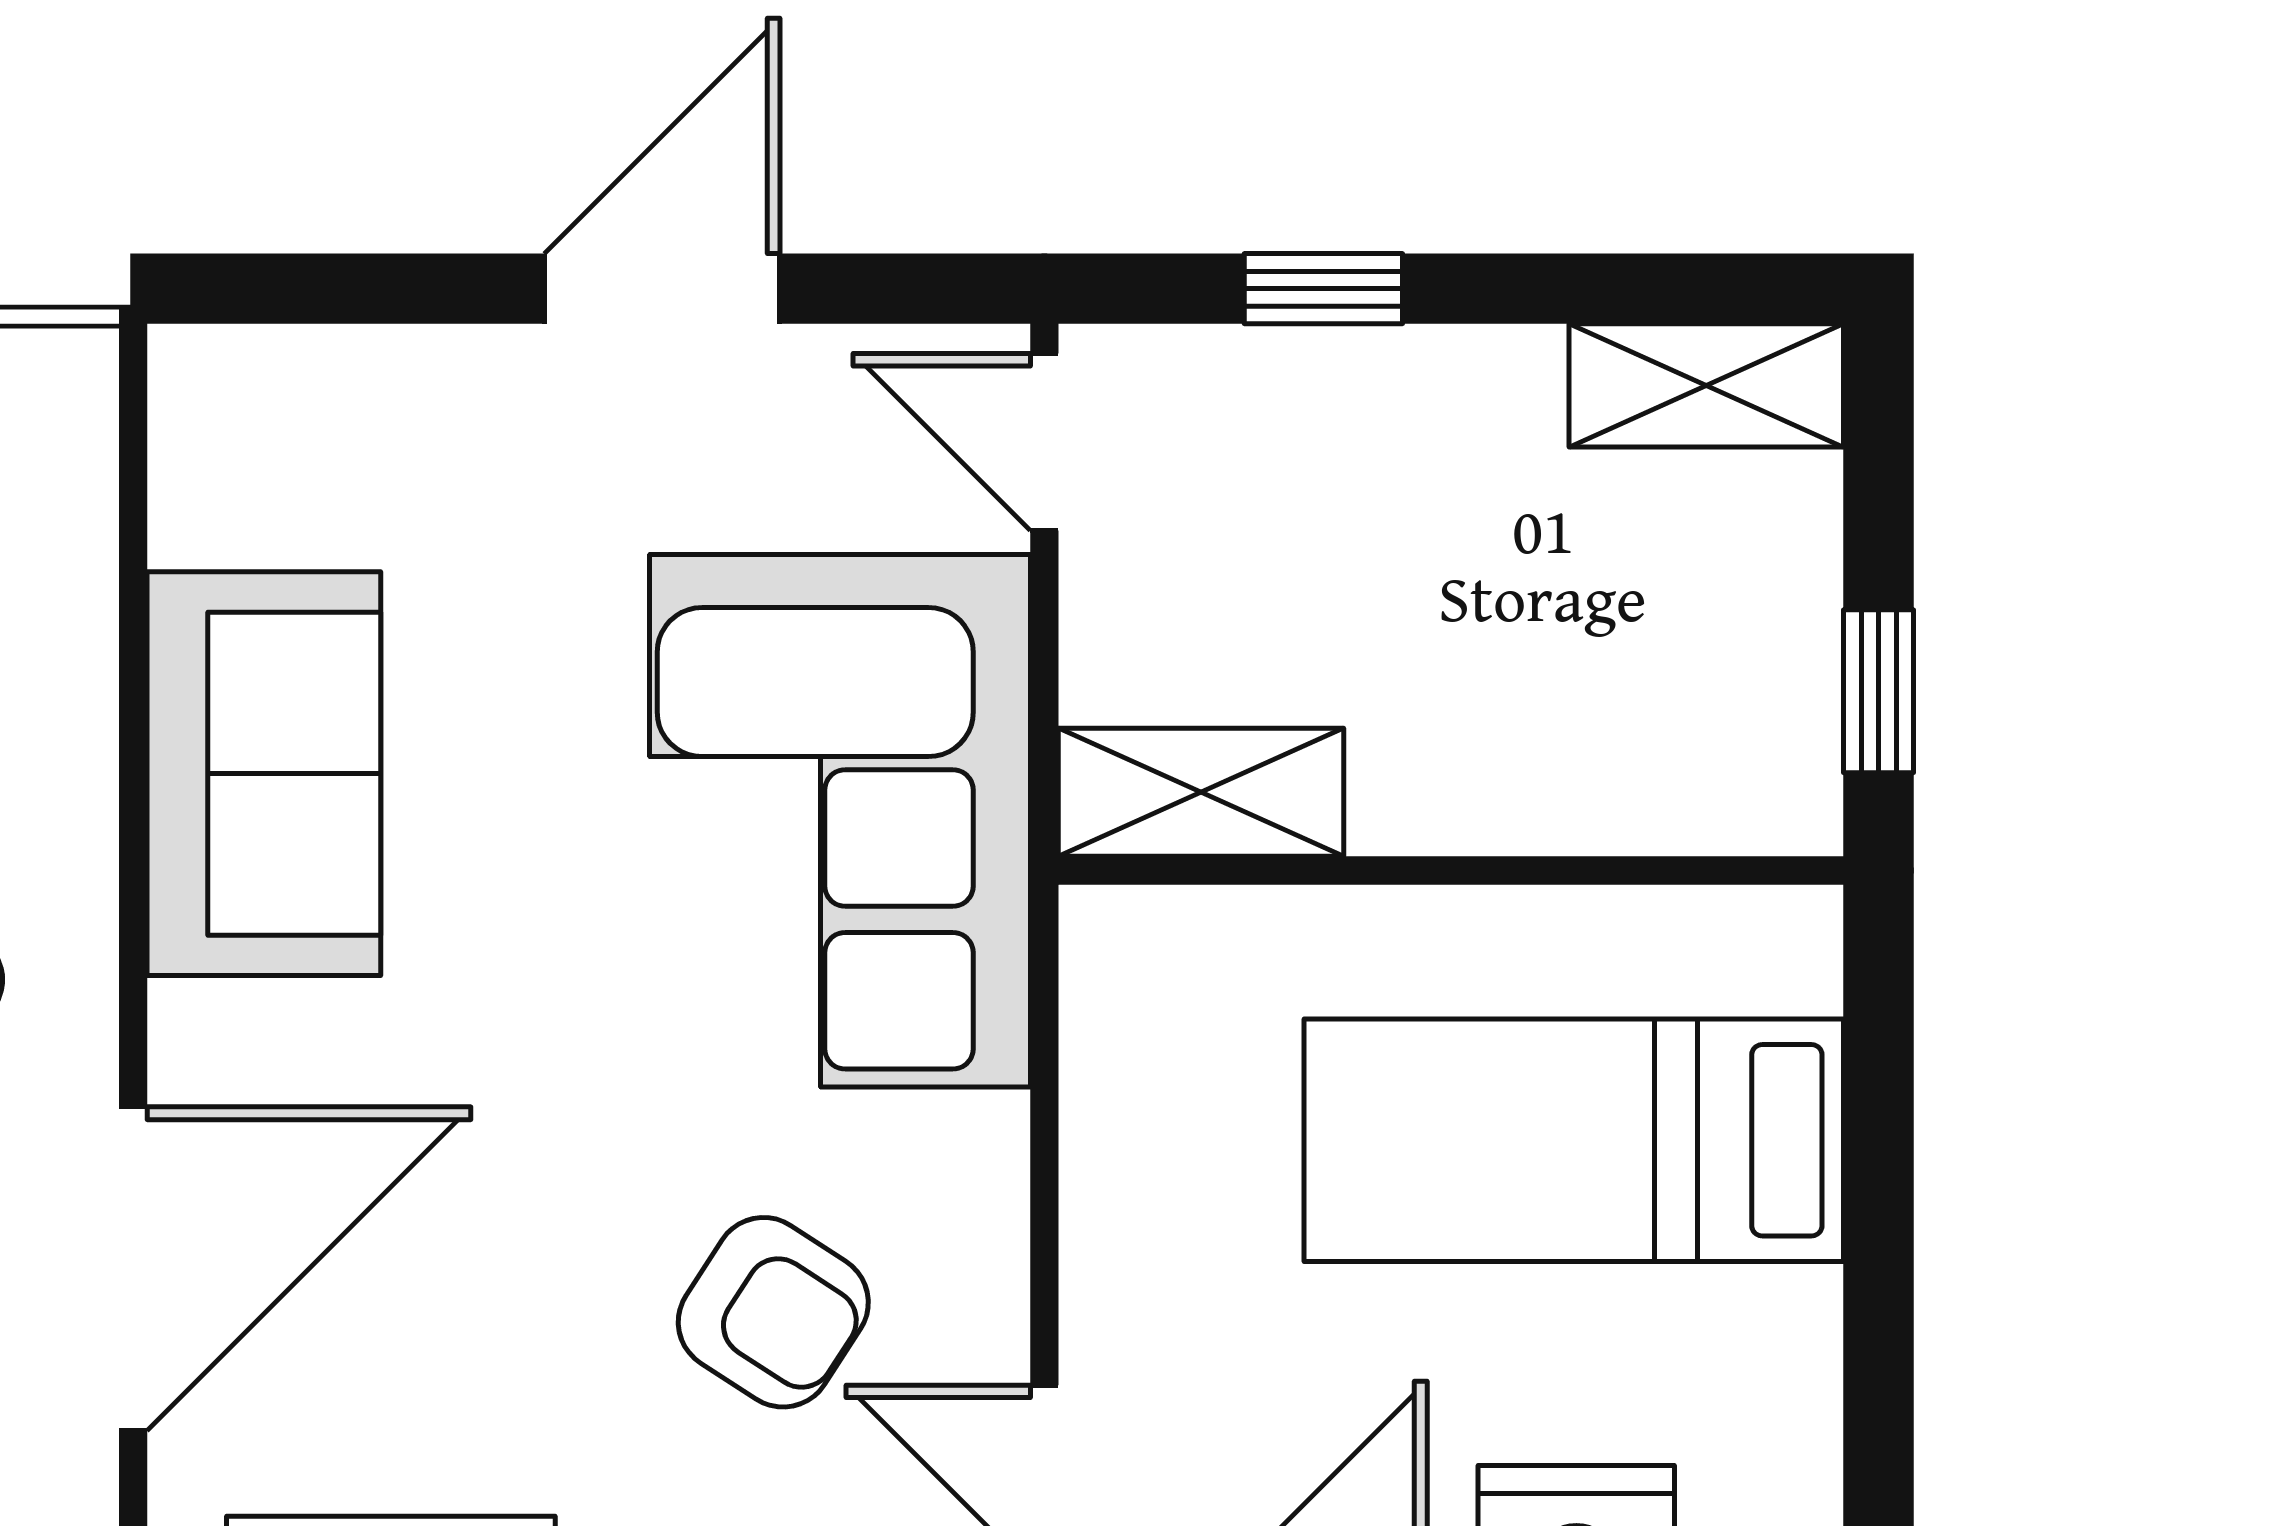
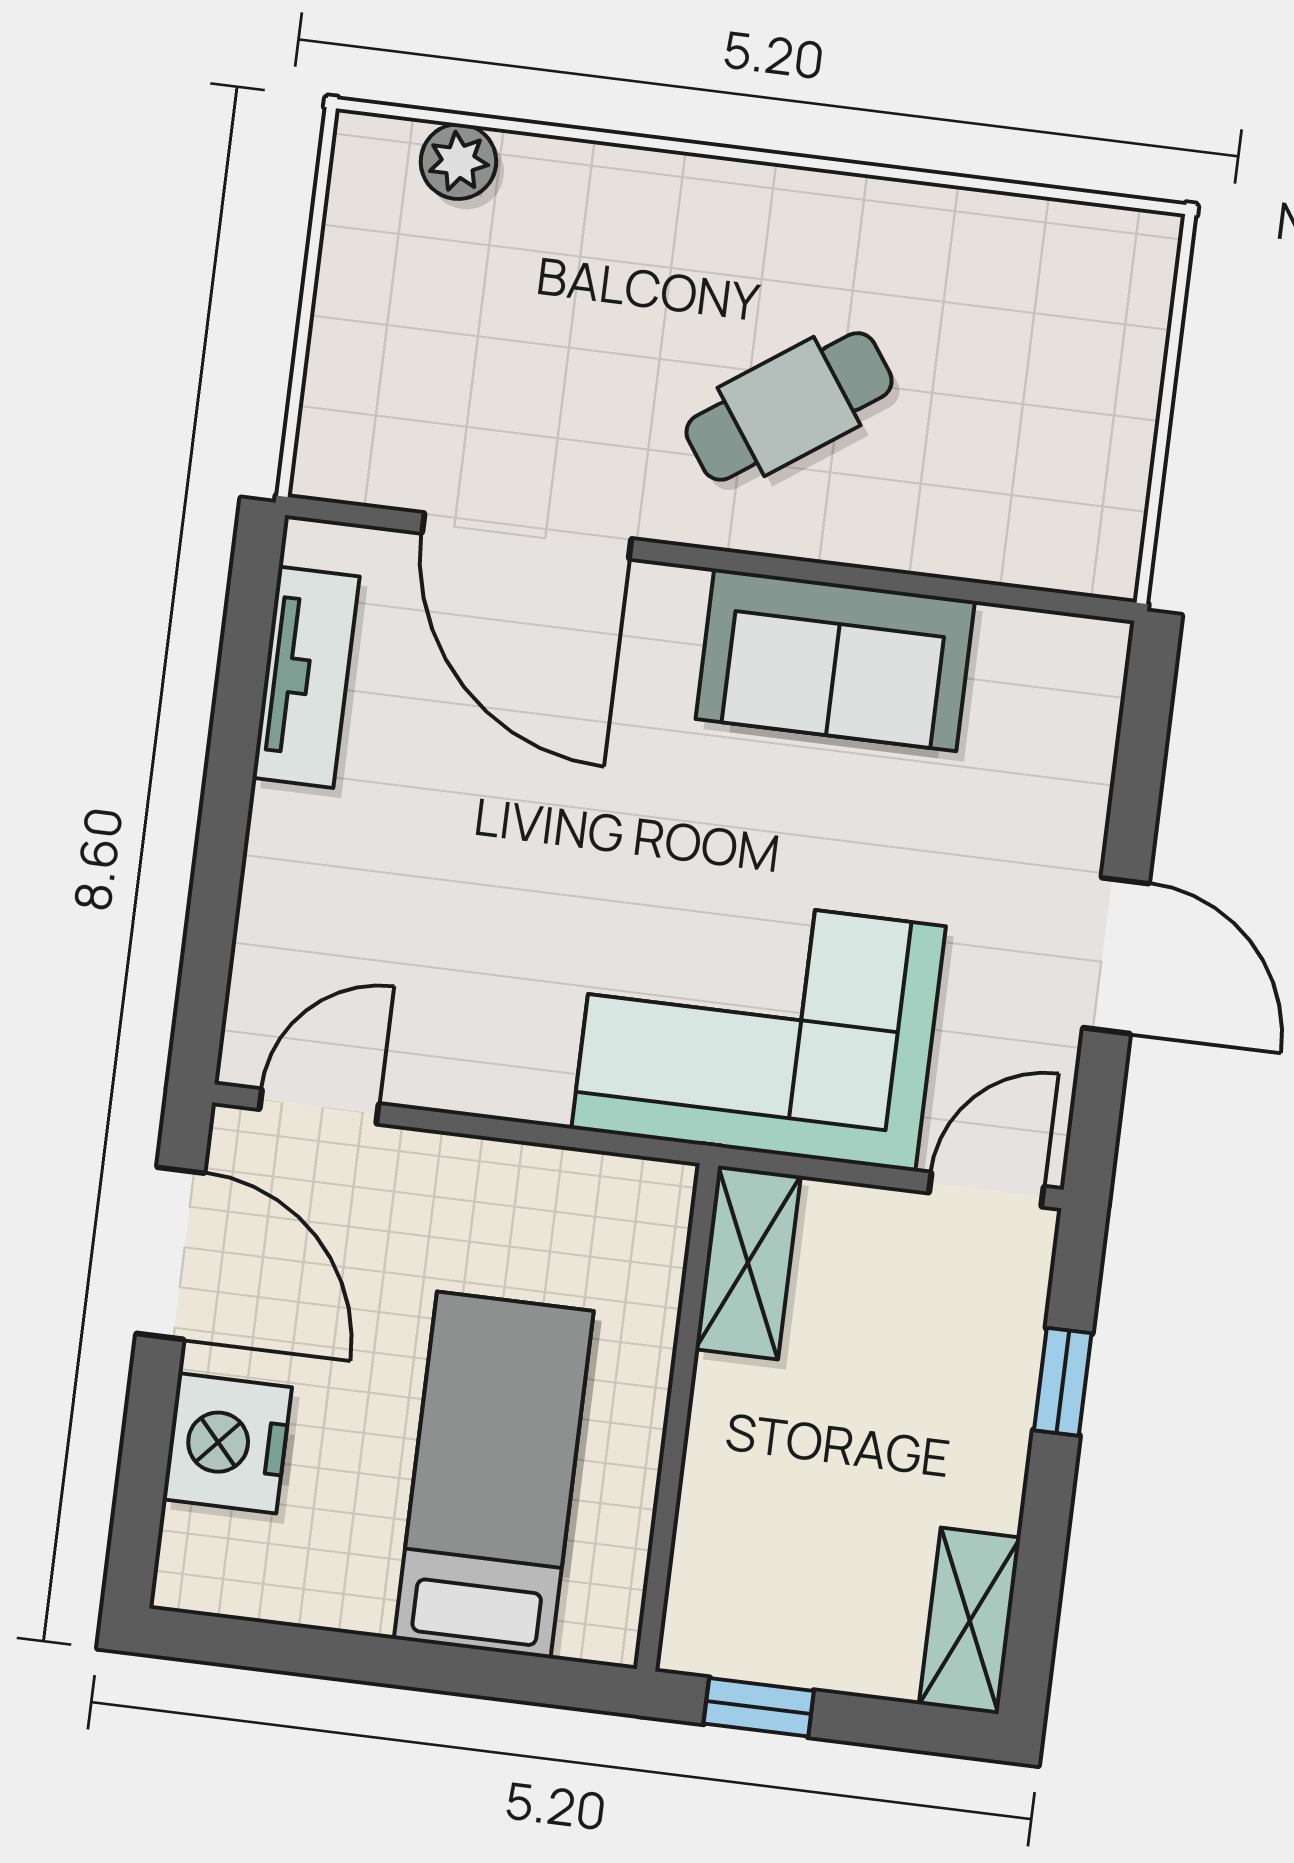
armchair: (773, 1312) -> (447, 945), removed

